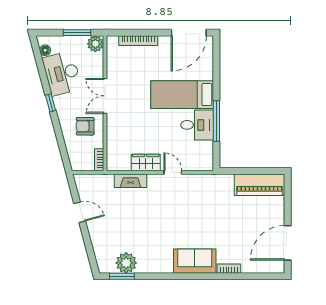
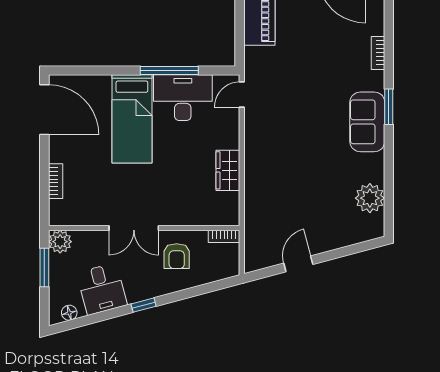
bookcase: (138, 41) -> (56, 181), width x0.64
desk: (62, 73) -> (102, 289), width x0.73
desk: (197, 125) -> (183, 98), width x1.37
door: (173, 172) -> (242, 95), moved
fireplace: (131, 181) -> (254, 192), removed
sofa: (195, 261) -> (367, 122), moved
window: (122, 276) -> (389, 107), moved

